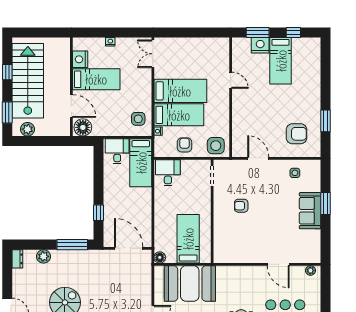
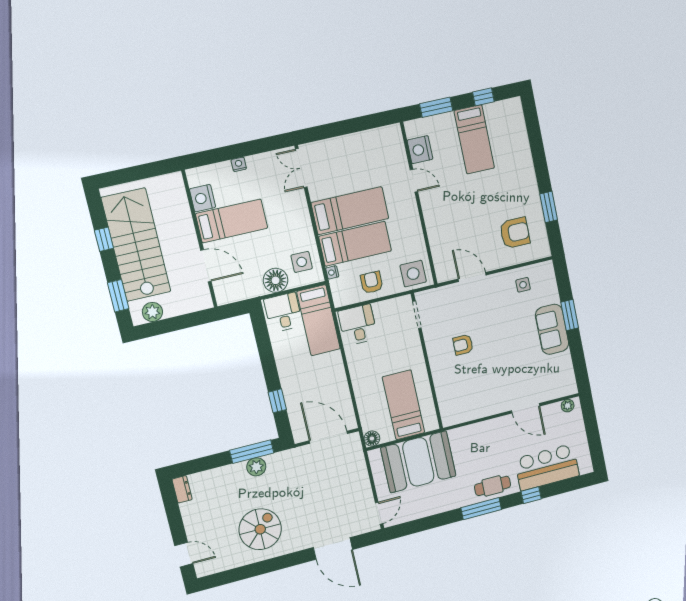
nightstand: (260, 45) -> (420, 150), moved, turned -90
floor lamp: (83, 127) -> (276, 280), moved
plant: (43, 256) -> (256, 467), moved

